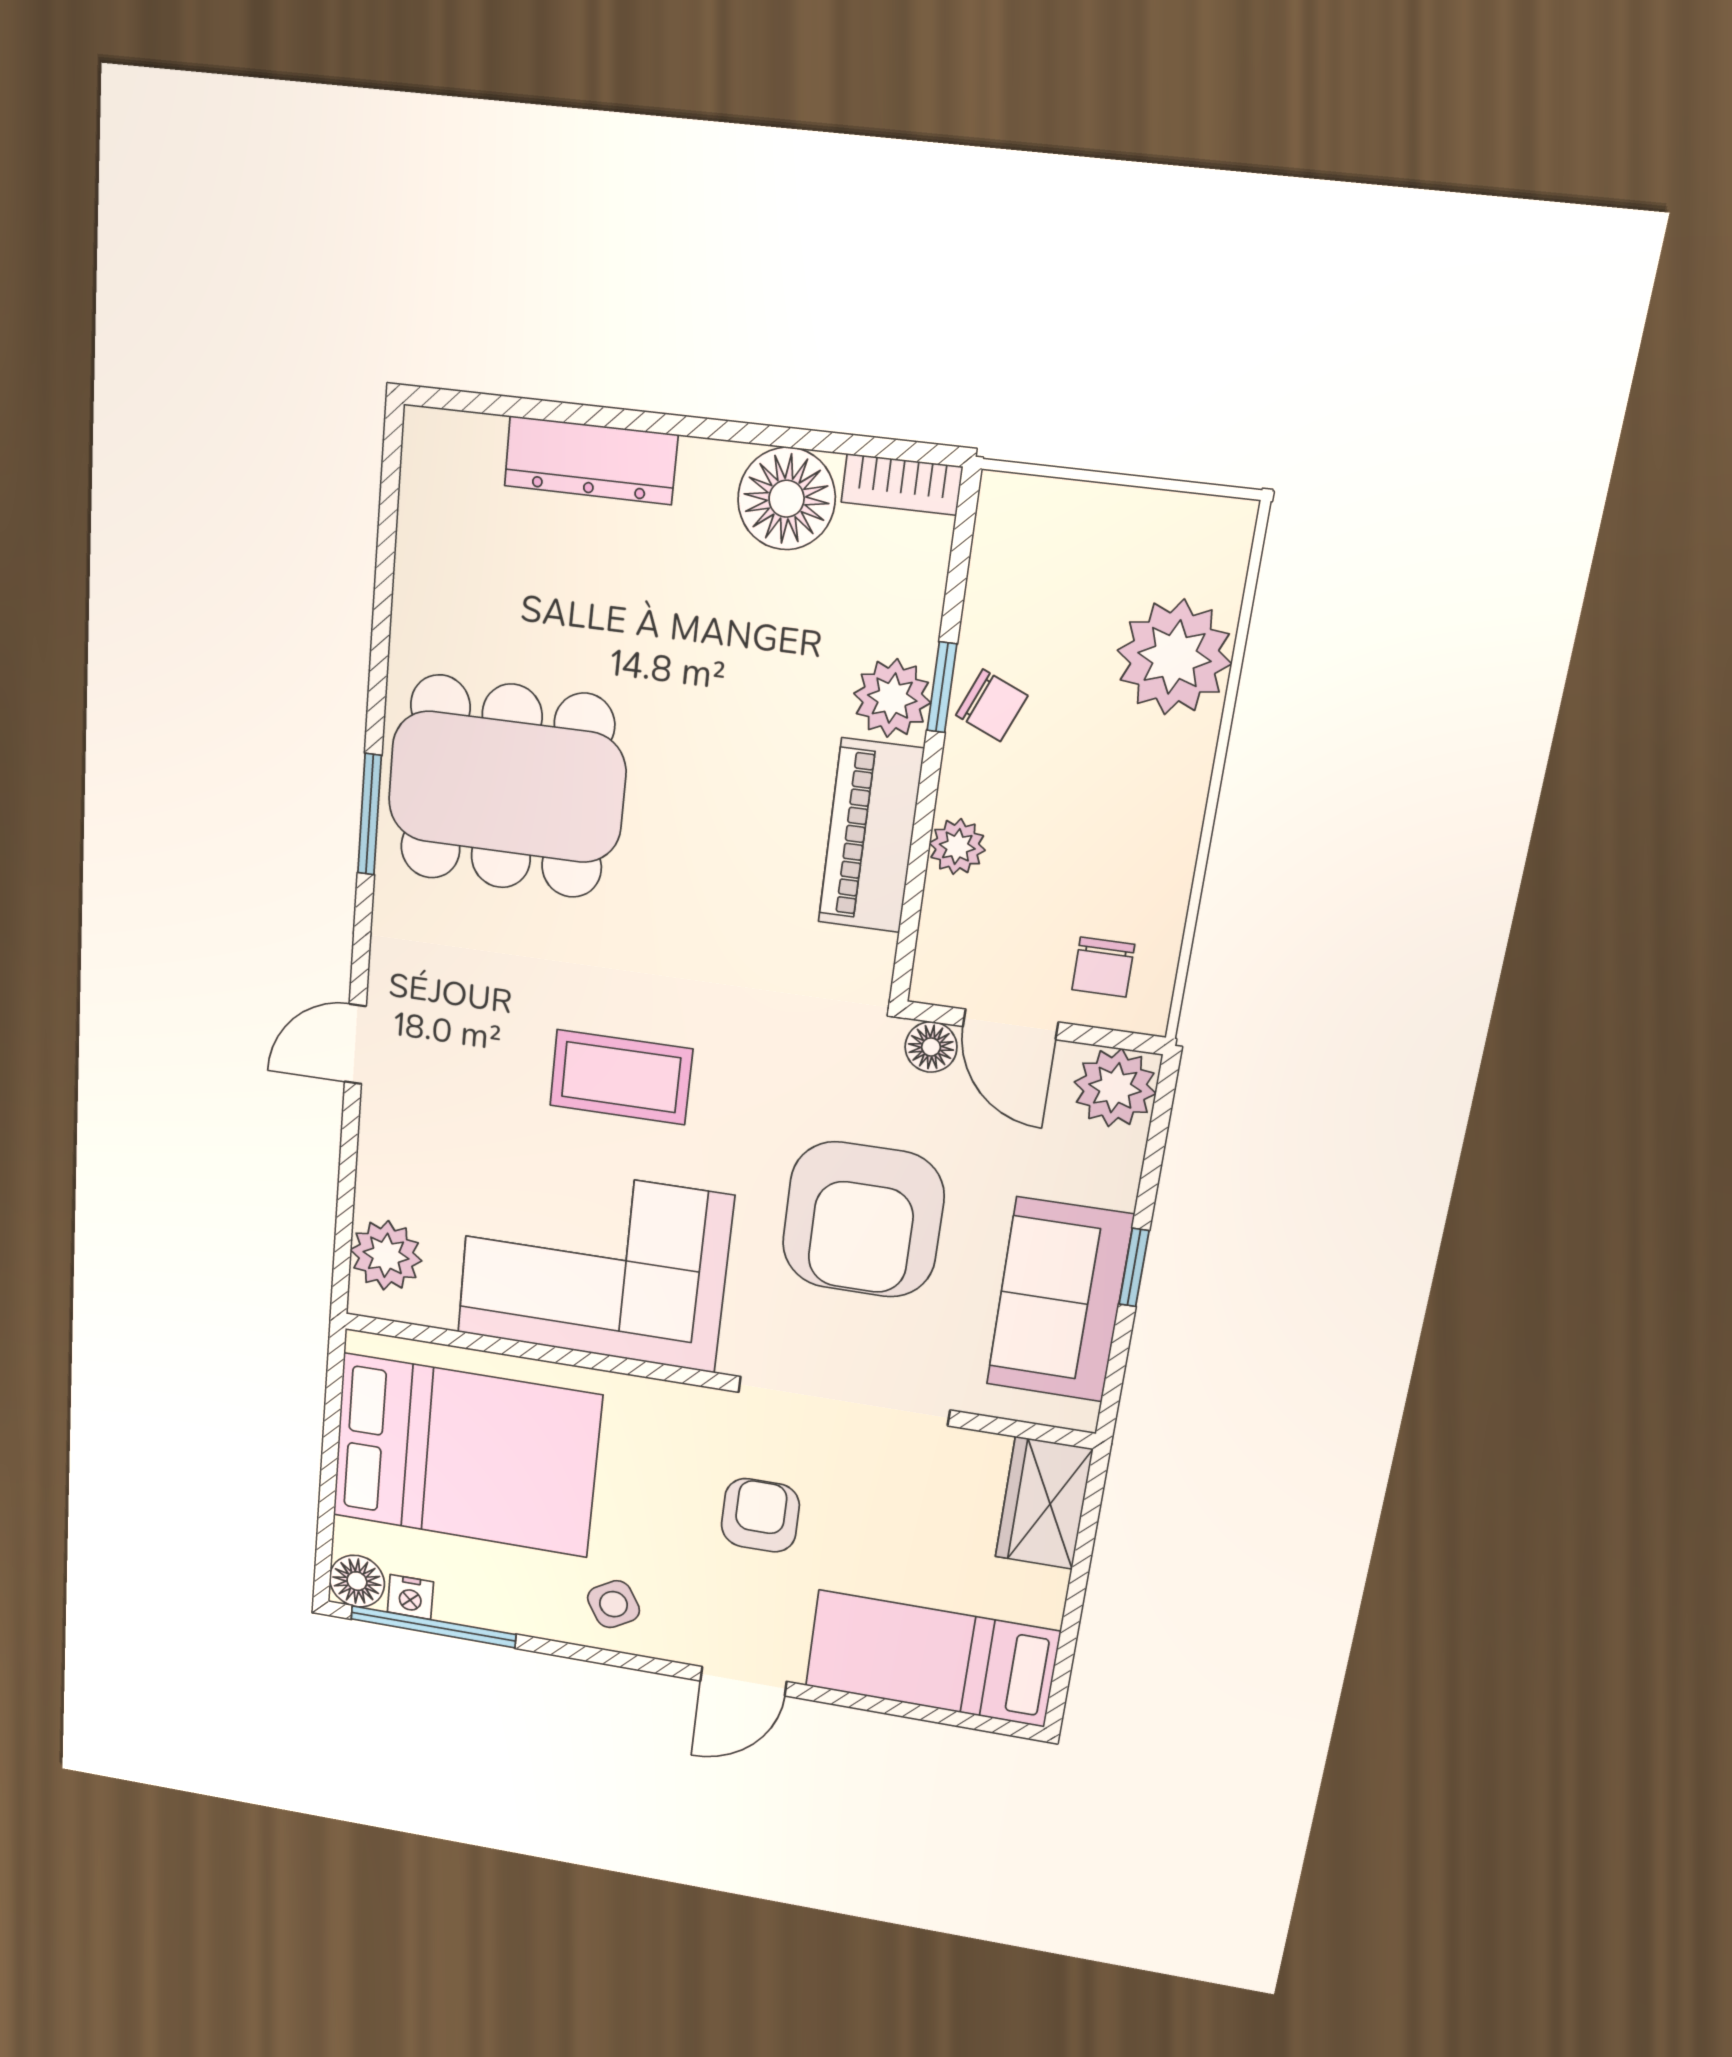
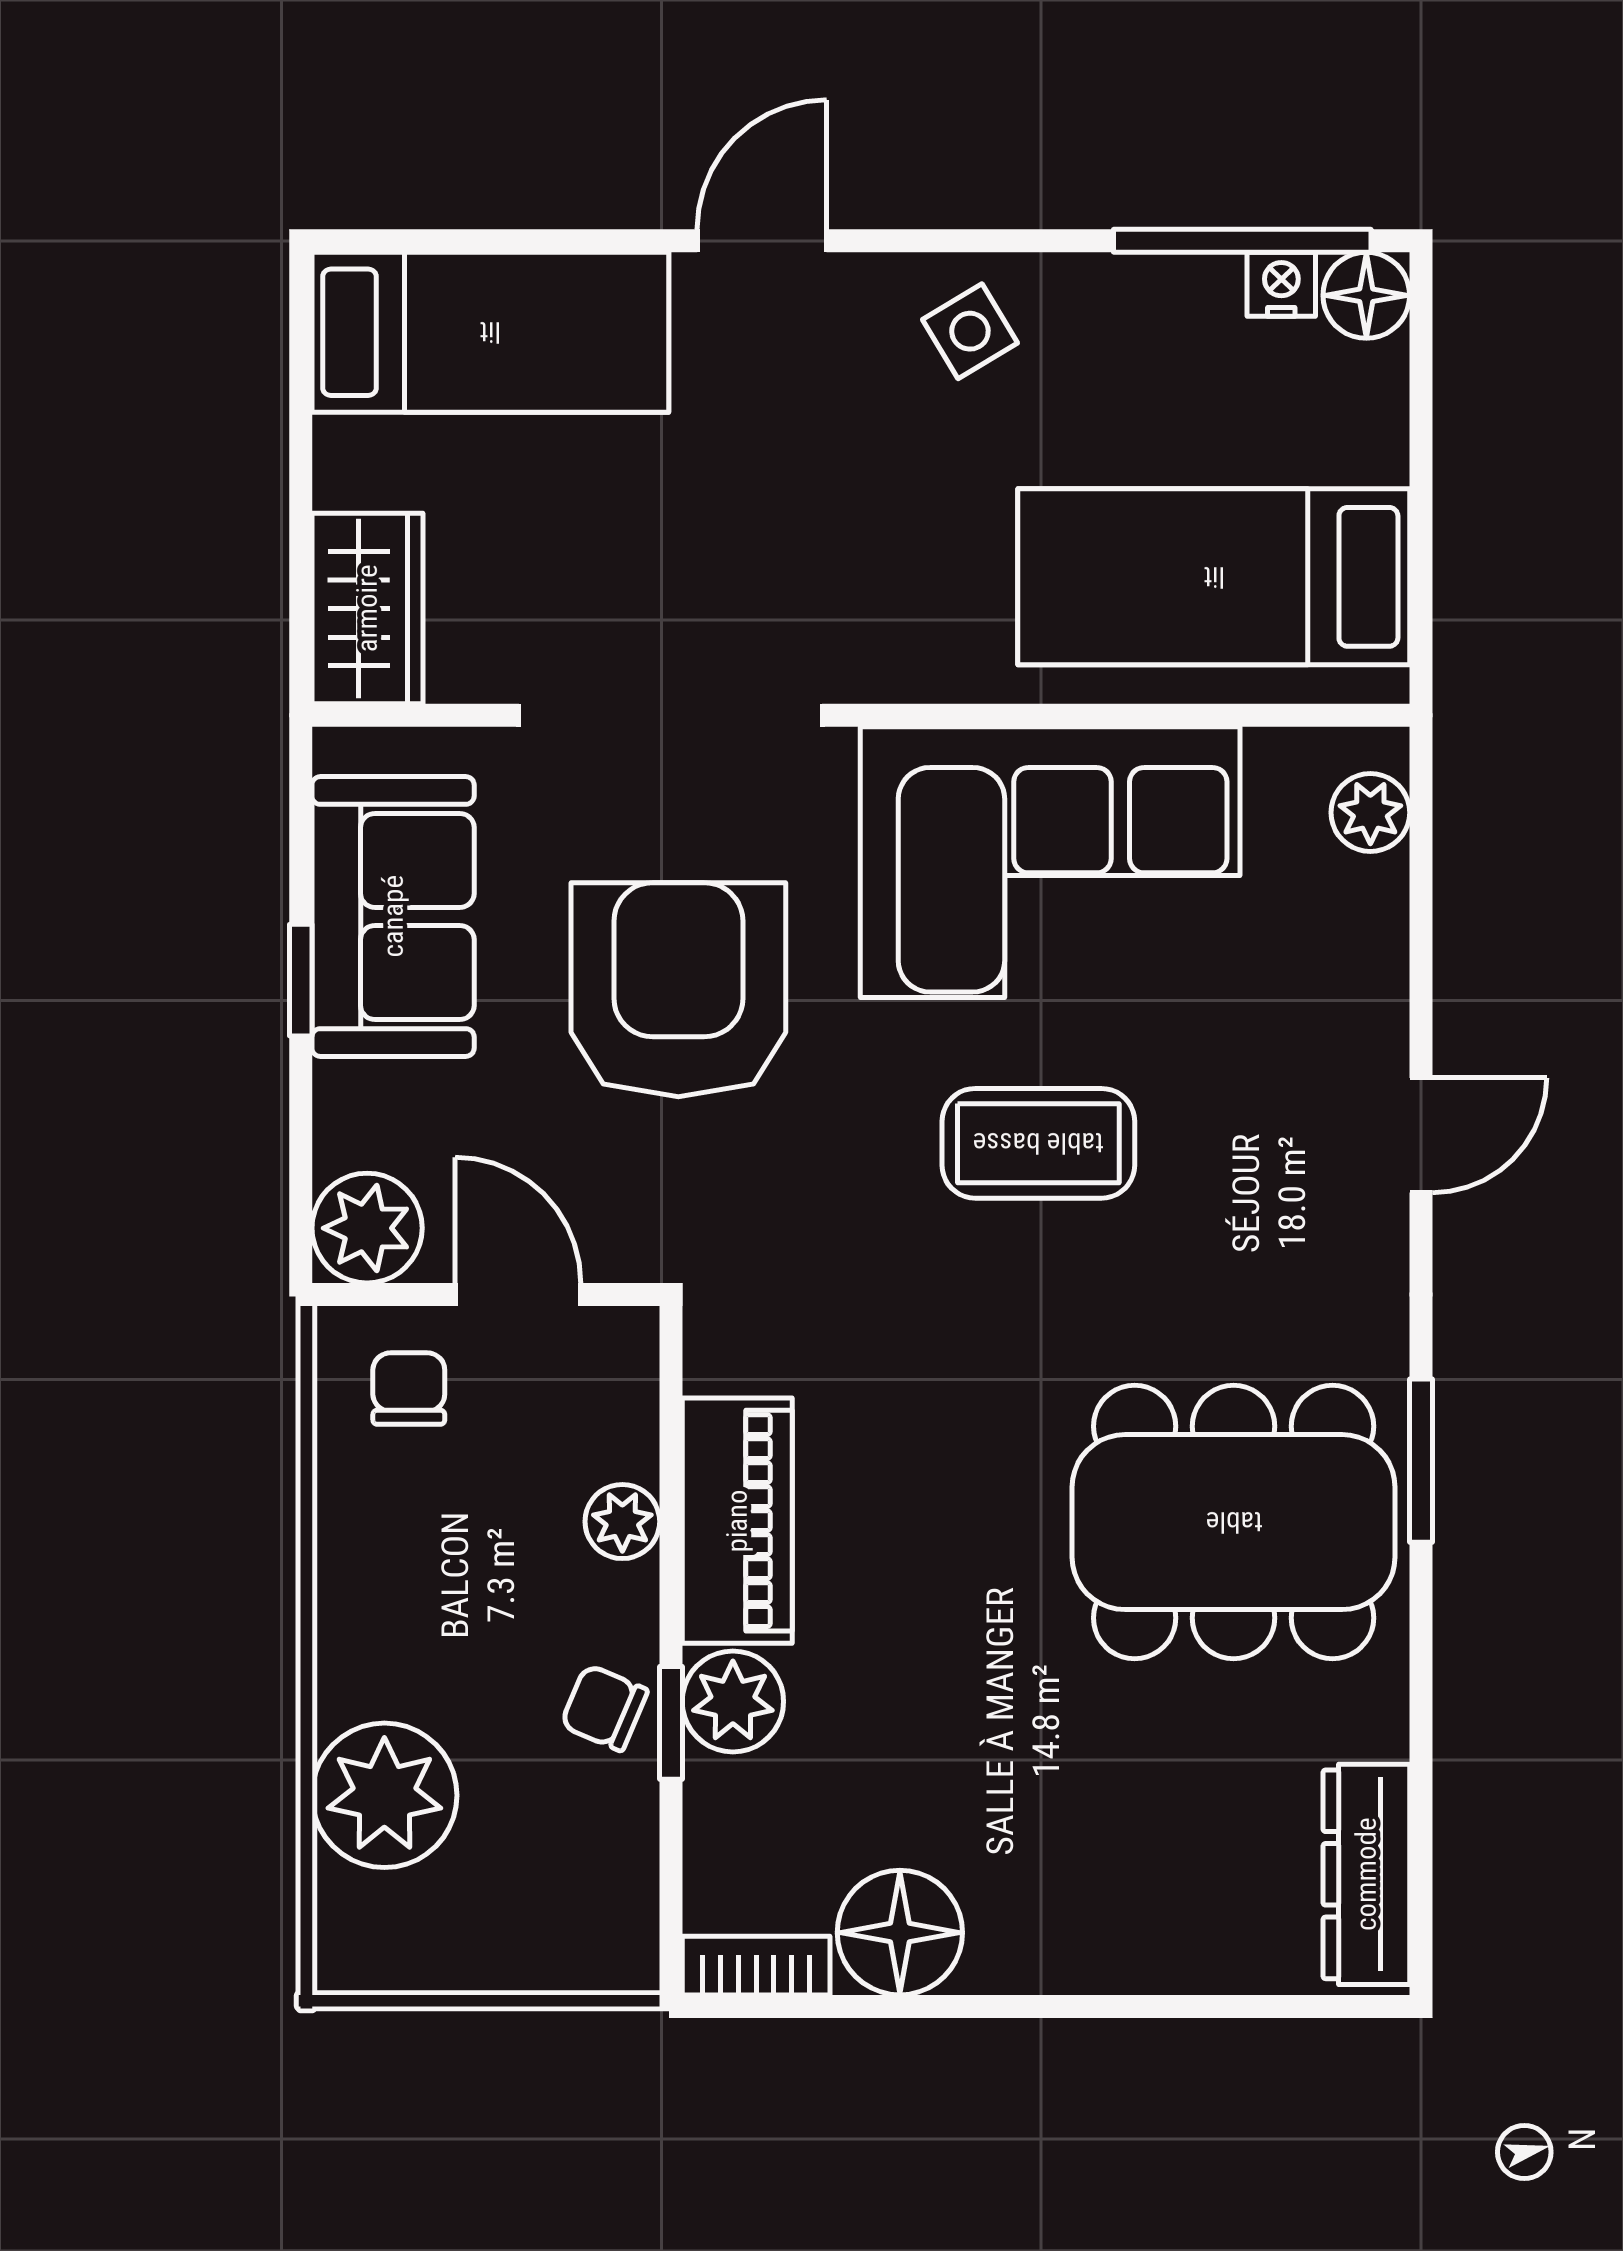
dresser: (591, 460) -> (1366, 1874), moved, turned -90
floor lamp: (931, 1047) -> (619, 1248), removed
plant: (386, 1255) -> (1370, 813), width x0.73, depth x0.73
bed: (466, 1456) -> (1214, 577), width x0.67
armchair: (760, 1515) -> (768, 516), removed

